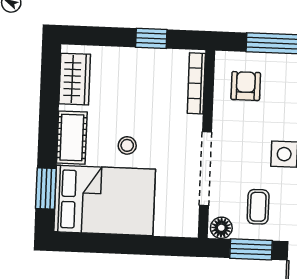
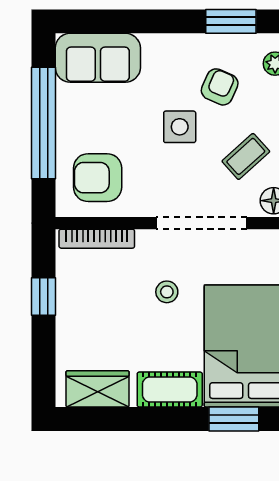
armchair: (246, 86) -> (98, 178), width x1.38, depth x1.38
stool: (127, 145) -> (167, 292), moved
coffee table: (258, 207) -> (246, 156), turned -42

